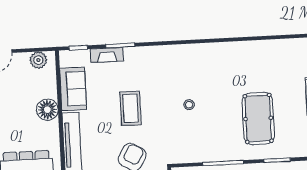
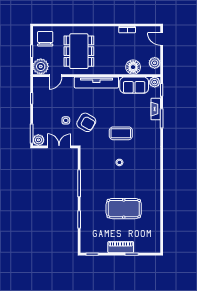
plant: (67, 59) -> (155, 82), added
coffee table: (130, 108) -> (121, 133), moved
floor lamp: (47, 110) -> (133, 67), moved
pool table: (258, 118) -> (124, 209), moved

